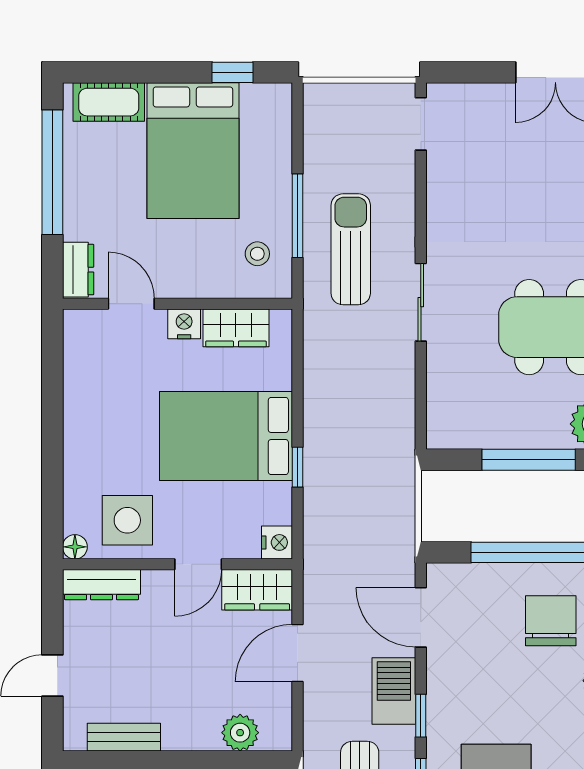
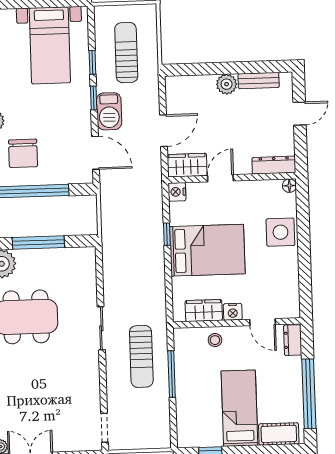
bed: (193, 151) -> (239, 408), width x0.67
stool: (257, 254) -> (215, 340), moved
side table: (127, 520) -> (280, 232), moved
plant: (240, 733) -> (227, 84), moved

